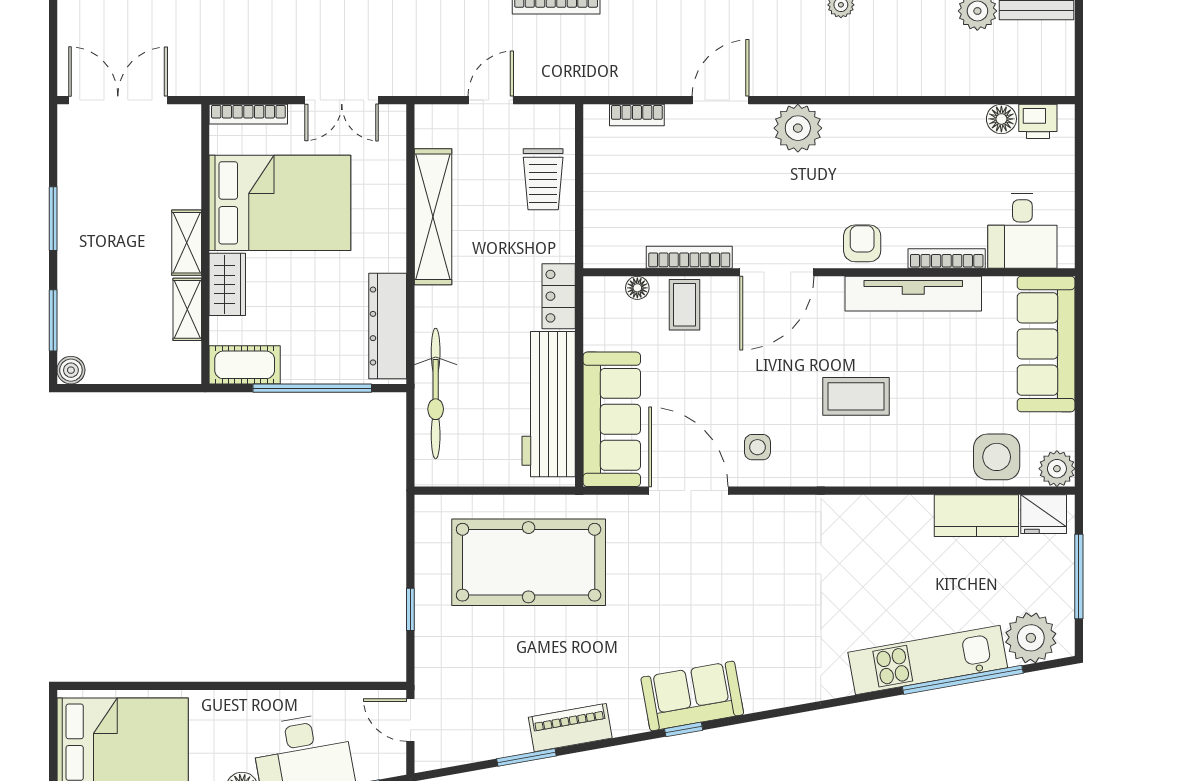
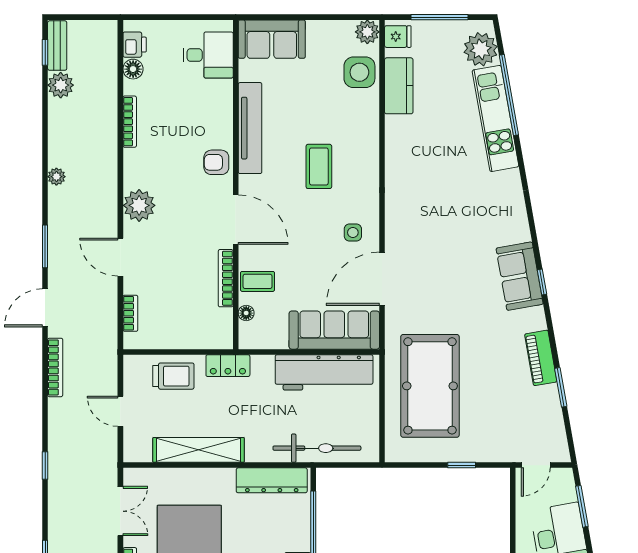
bookcase: (947, 258) -> (130, 122), moved, turned 180
locker: (559, 296) -> (228, 366), moved
sofa: (1046, 344) -> (272, 39), width x0.73
fridge: (1044, 514) -> (398, 37), width x0.72

